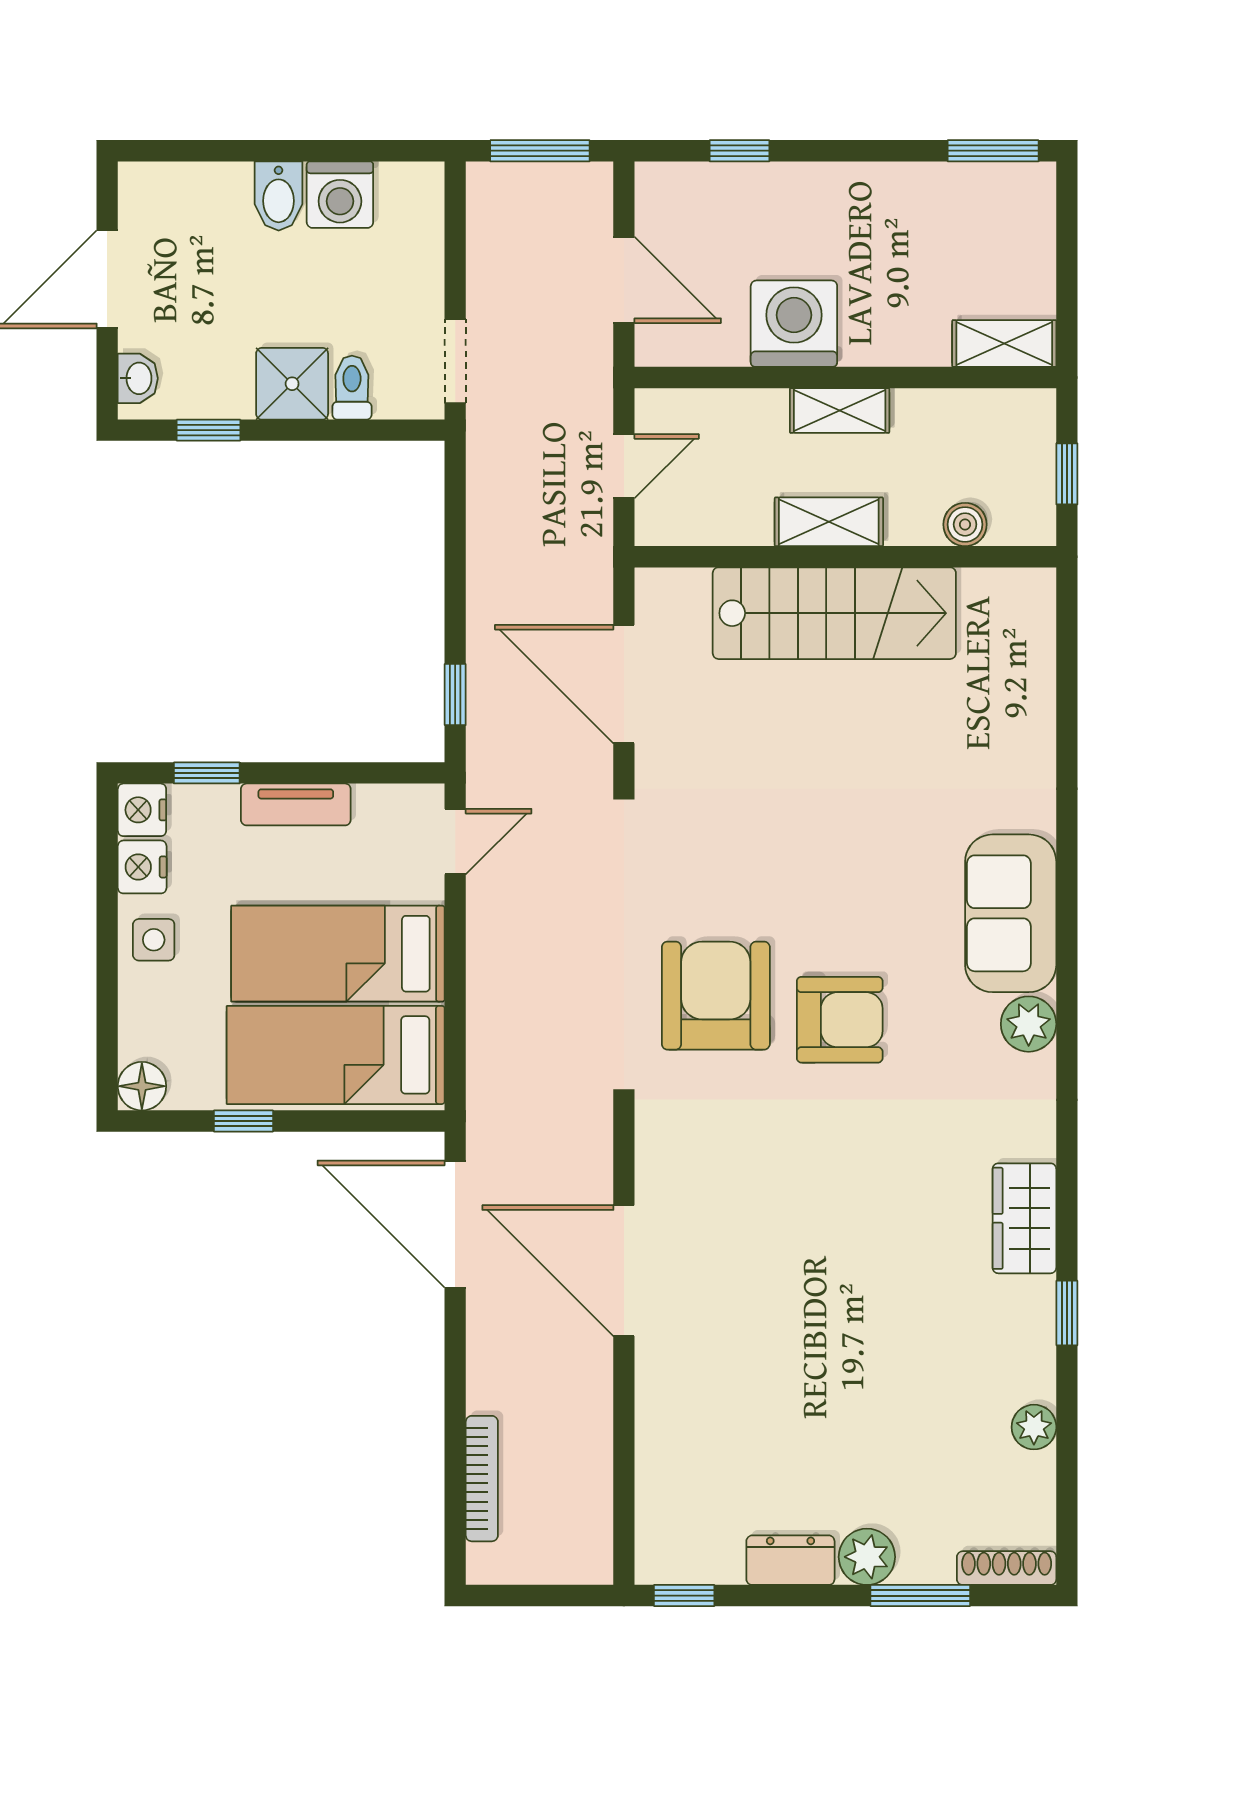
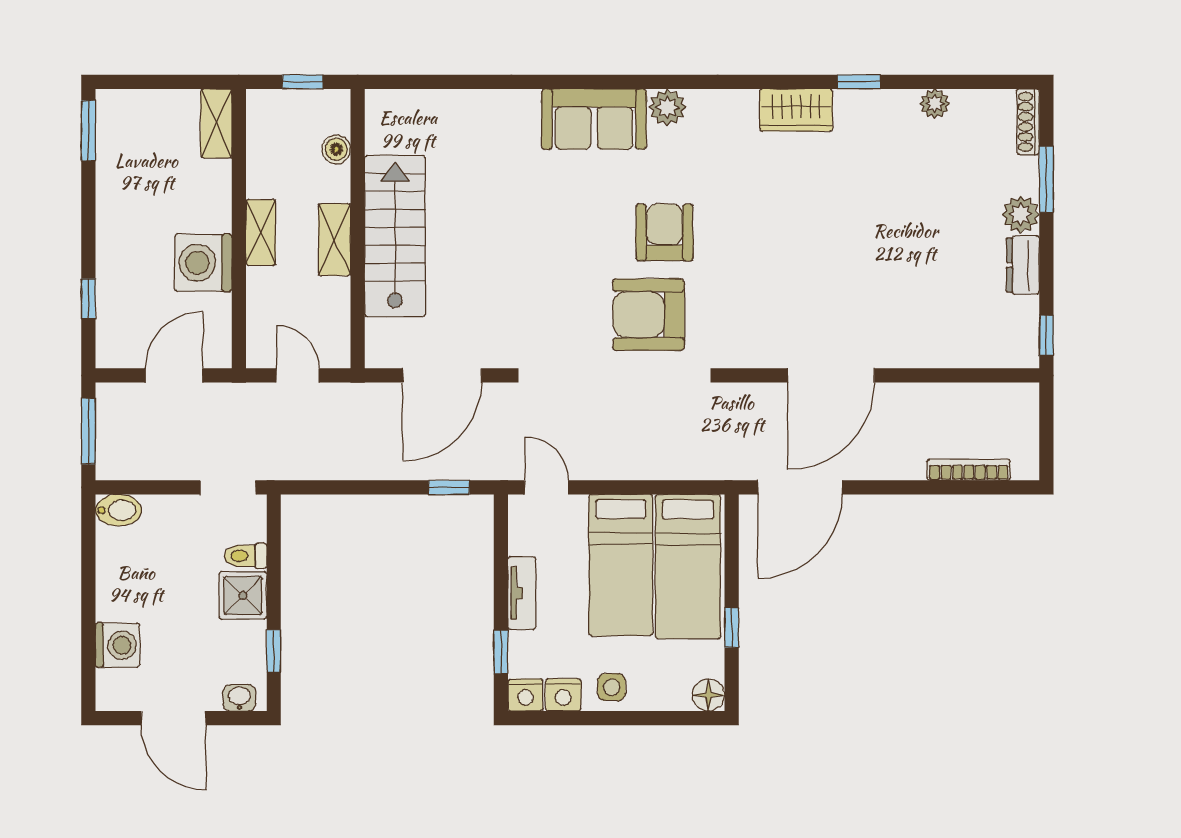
washing machine: (340, 195) -> (118, 645), moved
bidet: (279, 196) -> (118, 510), moved

